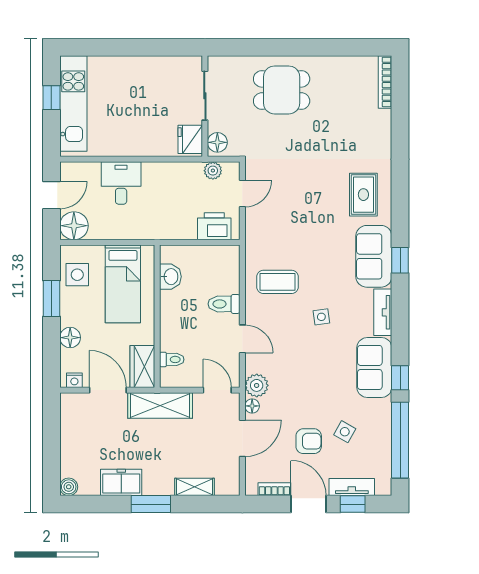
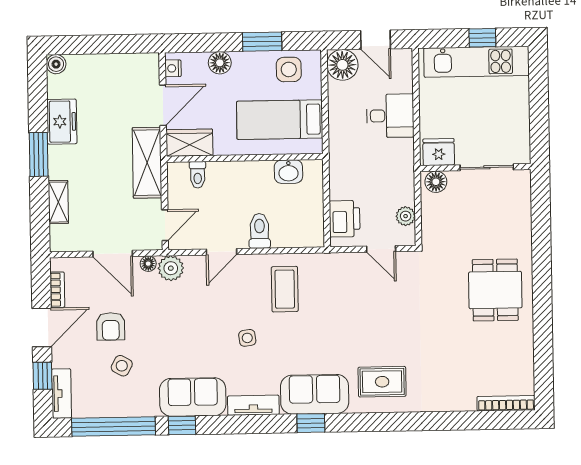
sliding door: (205, 96) -> (487, 167), moved
wall: (205, 106) -> (475, 167), moved
fridge: (190, 139) -> (439, 152), moved
floor lamp: (217, 142) -> (436, 182), moved
tv unit: (352, 487) -> (62, 394), moved

